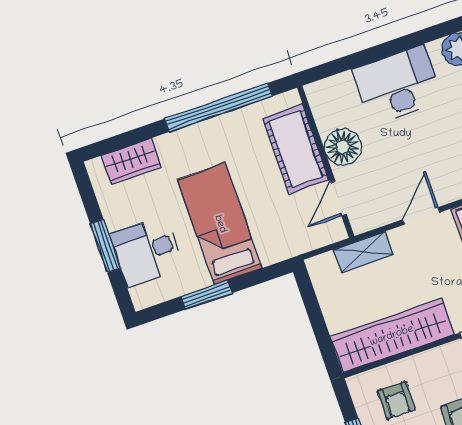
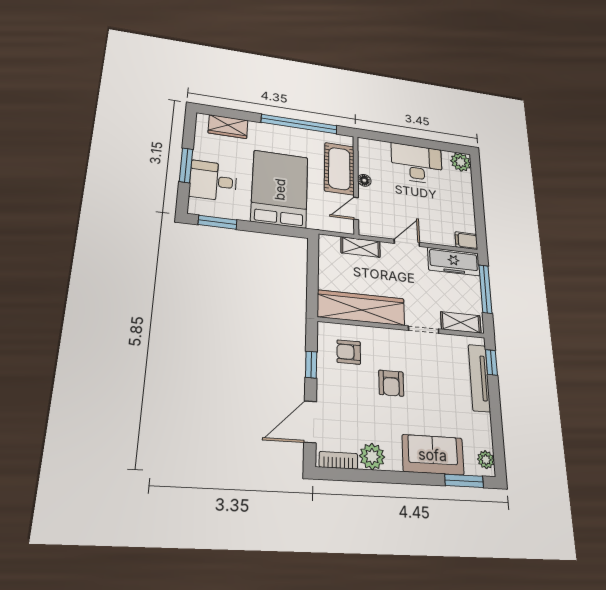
floor lamp: (343, 147) -> (364, 180), width x0.53, depth x0.53
bed: (220, 224) -> (280, 189), width x1.50
window: (207, 295) -> (218, 222), moved
armchair: (396, 400) -> (349, 352), turned 90

